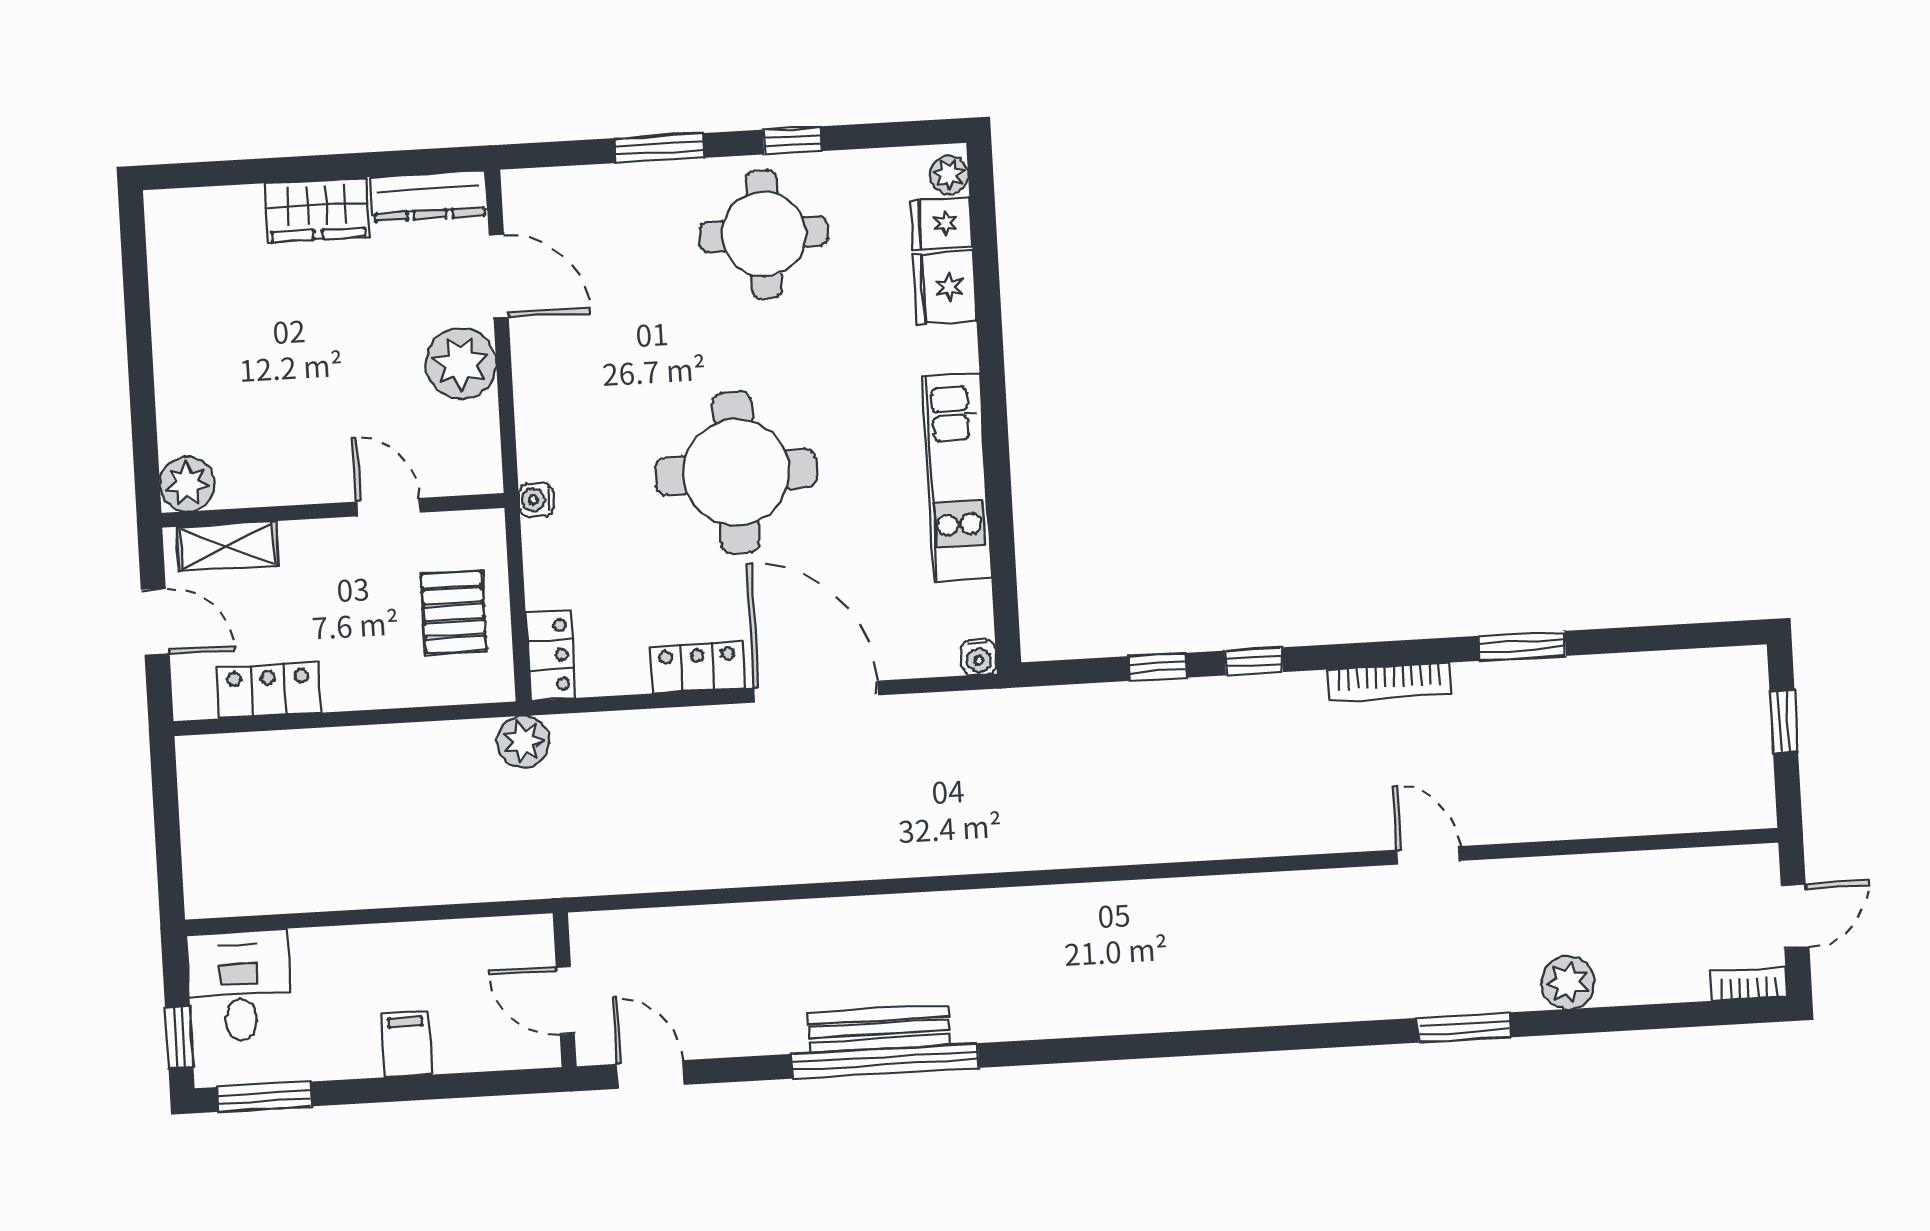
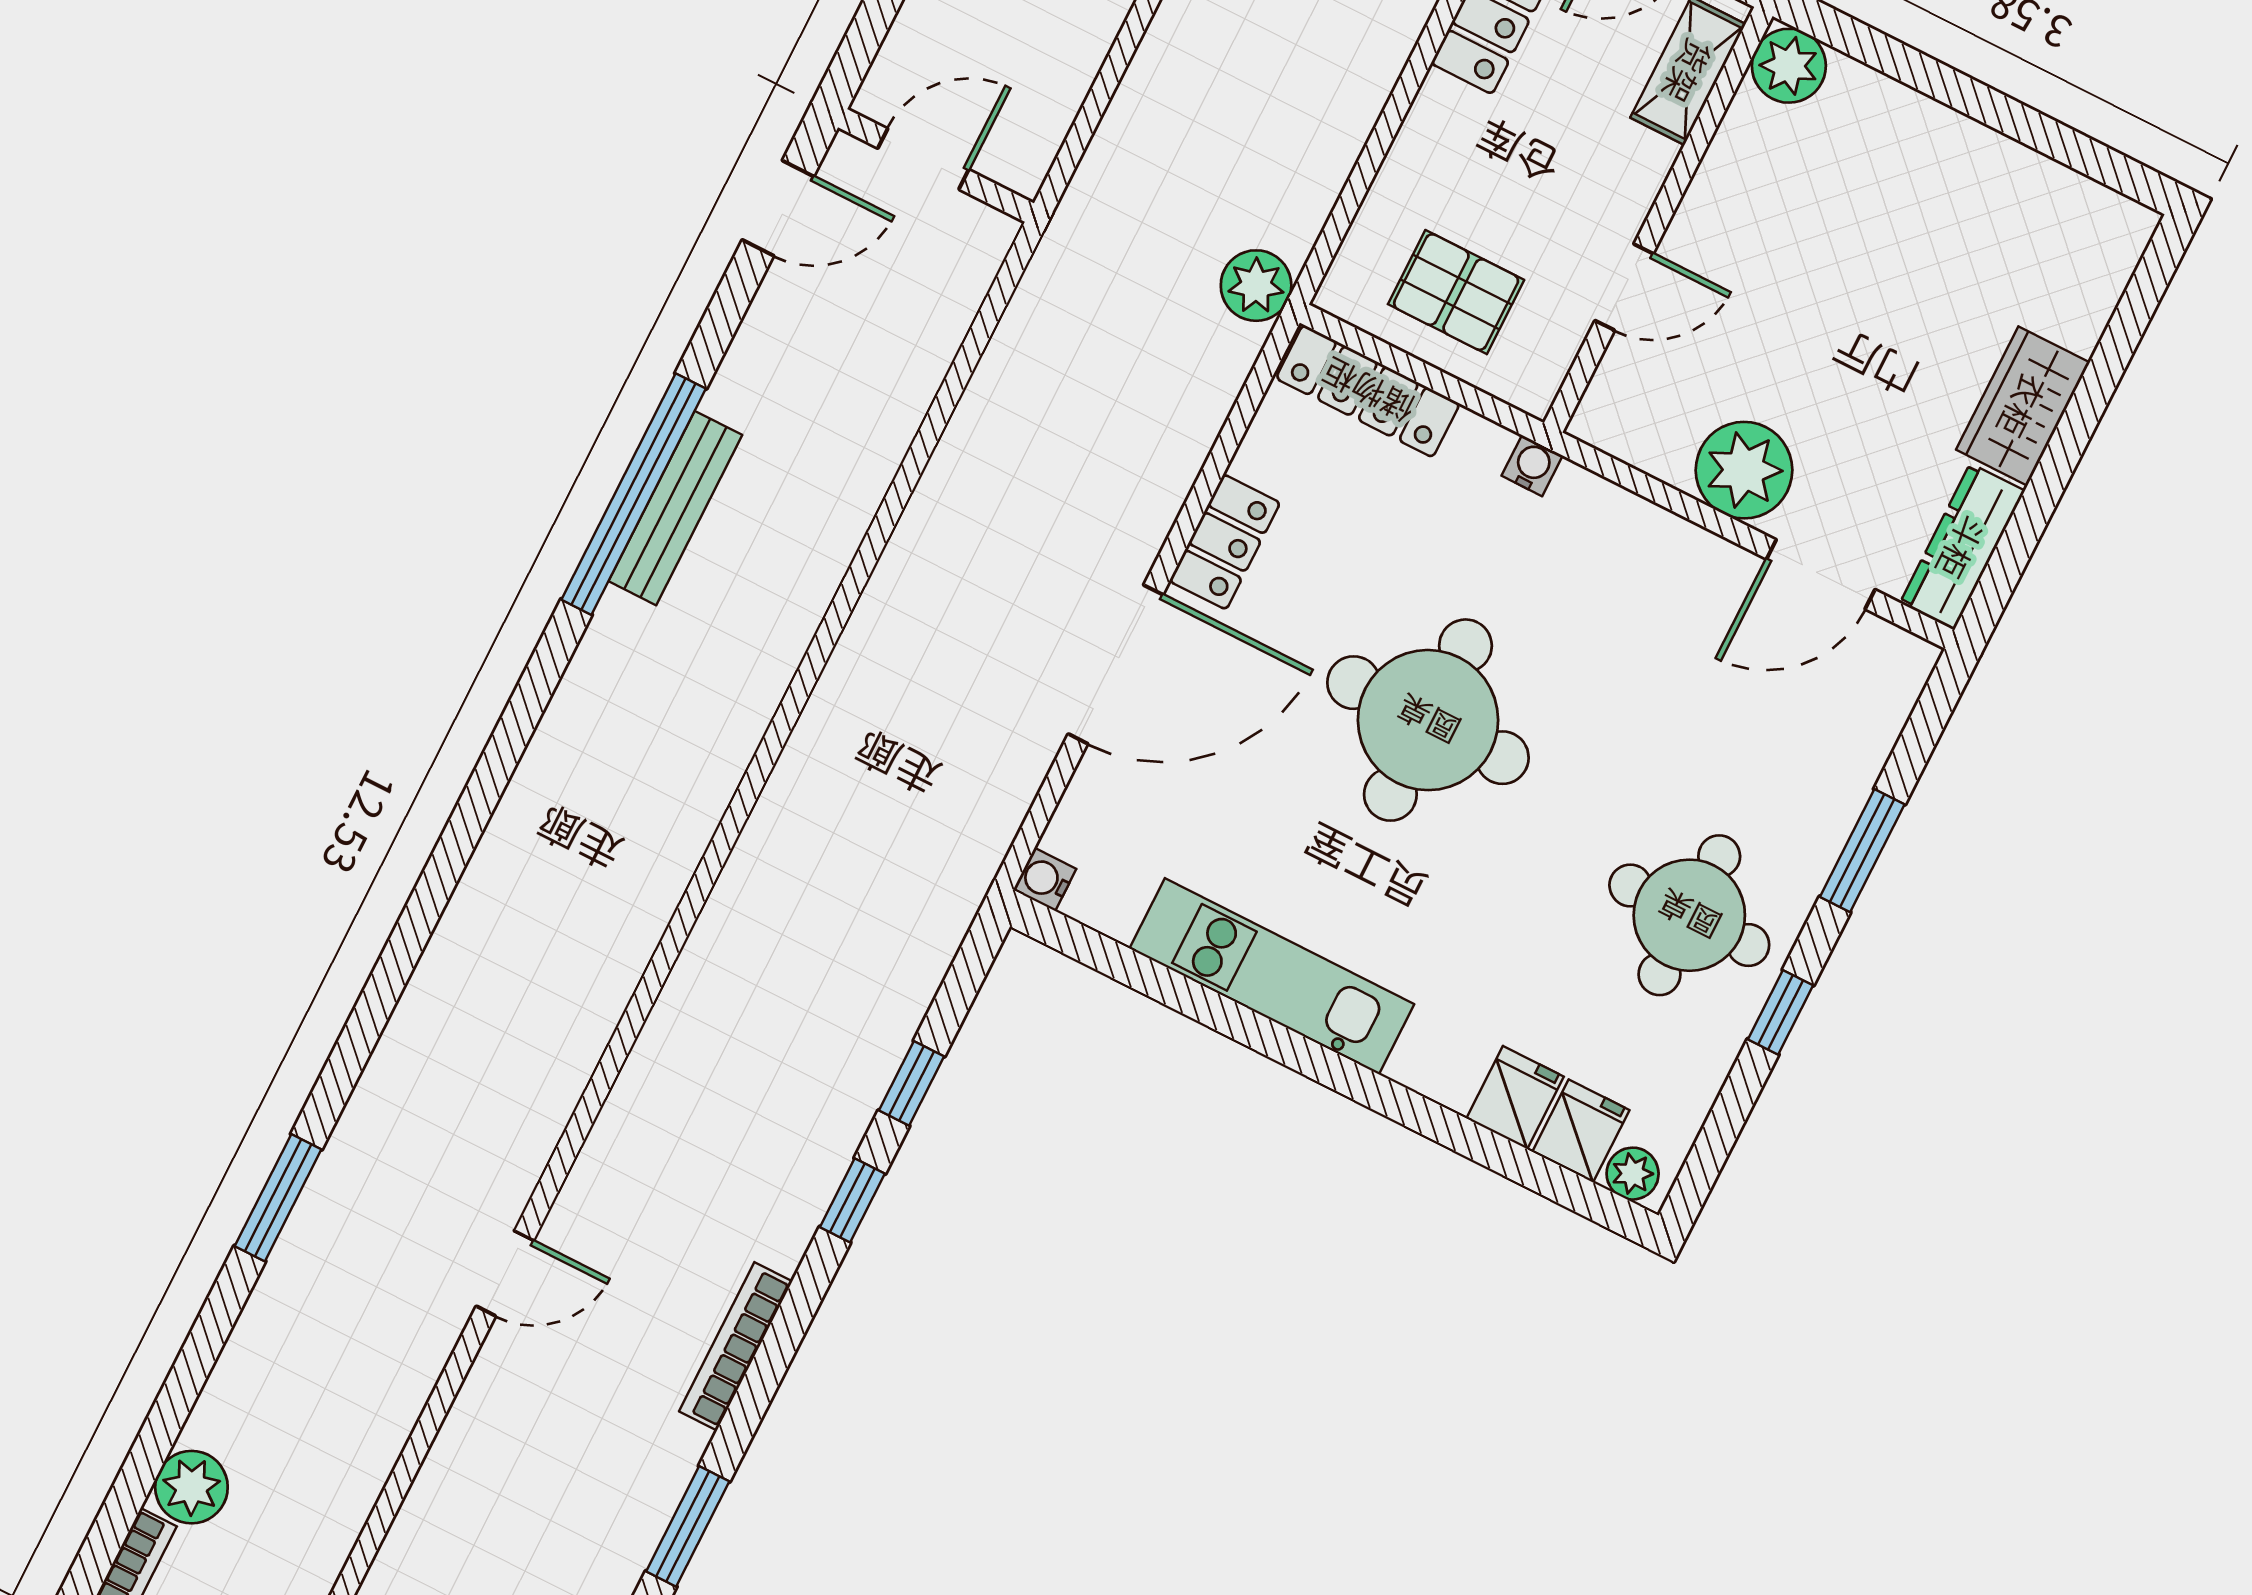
fridge: (945, 287) -> (1515, 1098), width x0.72
locker: (550, 655) -> (1368, 391), width x1.53
plant: (1568, 982) -> (191, 1487), moved

